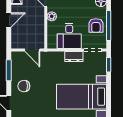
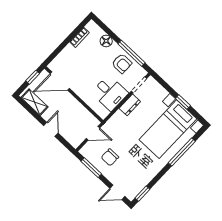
plant: (52, 16) -> (81, 92), removed
window: (109, 65) -> (183, 102), moved
chair: (24, 86) -> (110, 157), moved

